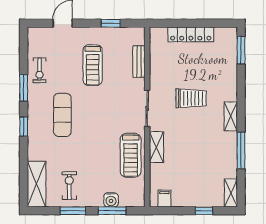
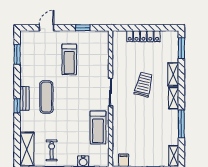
bench: (139, 61) -> (24, 98), moved
exercise bike: (39, 70) -> (29, 63), removed
window: (24, 88) -> (17, 54), moved
trolley: (191, 98) -> (144, 85), turned -76
shelving: (156, 147) -> (173, 74), moved

